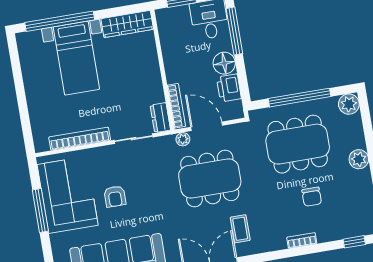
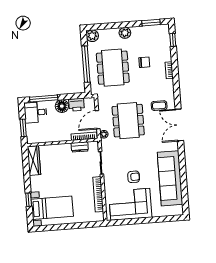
window: (60, 21) -> (29, 200), width x0.32
bed with nightstands: (76, 58) -> (52, 208), moved
dresser: (160, 118) -> (80, 147), moved
window: (40, 210) -> (138, 221), removed

